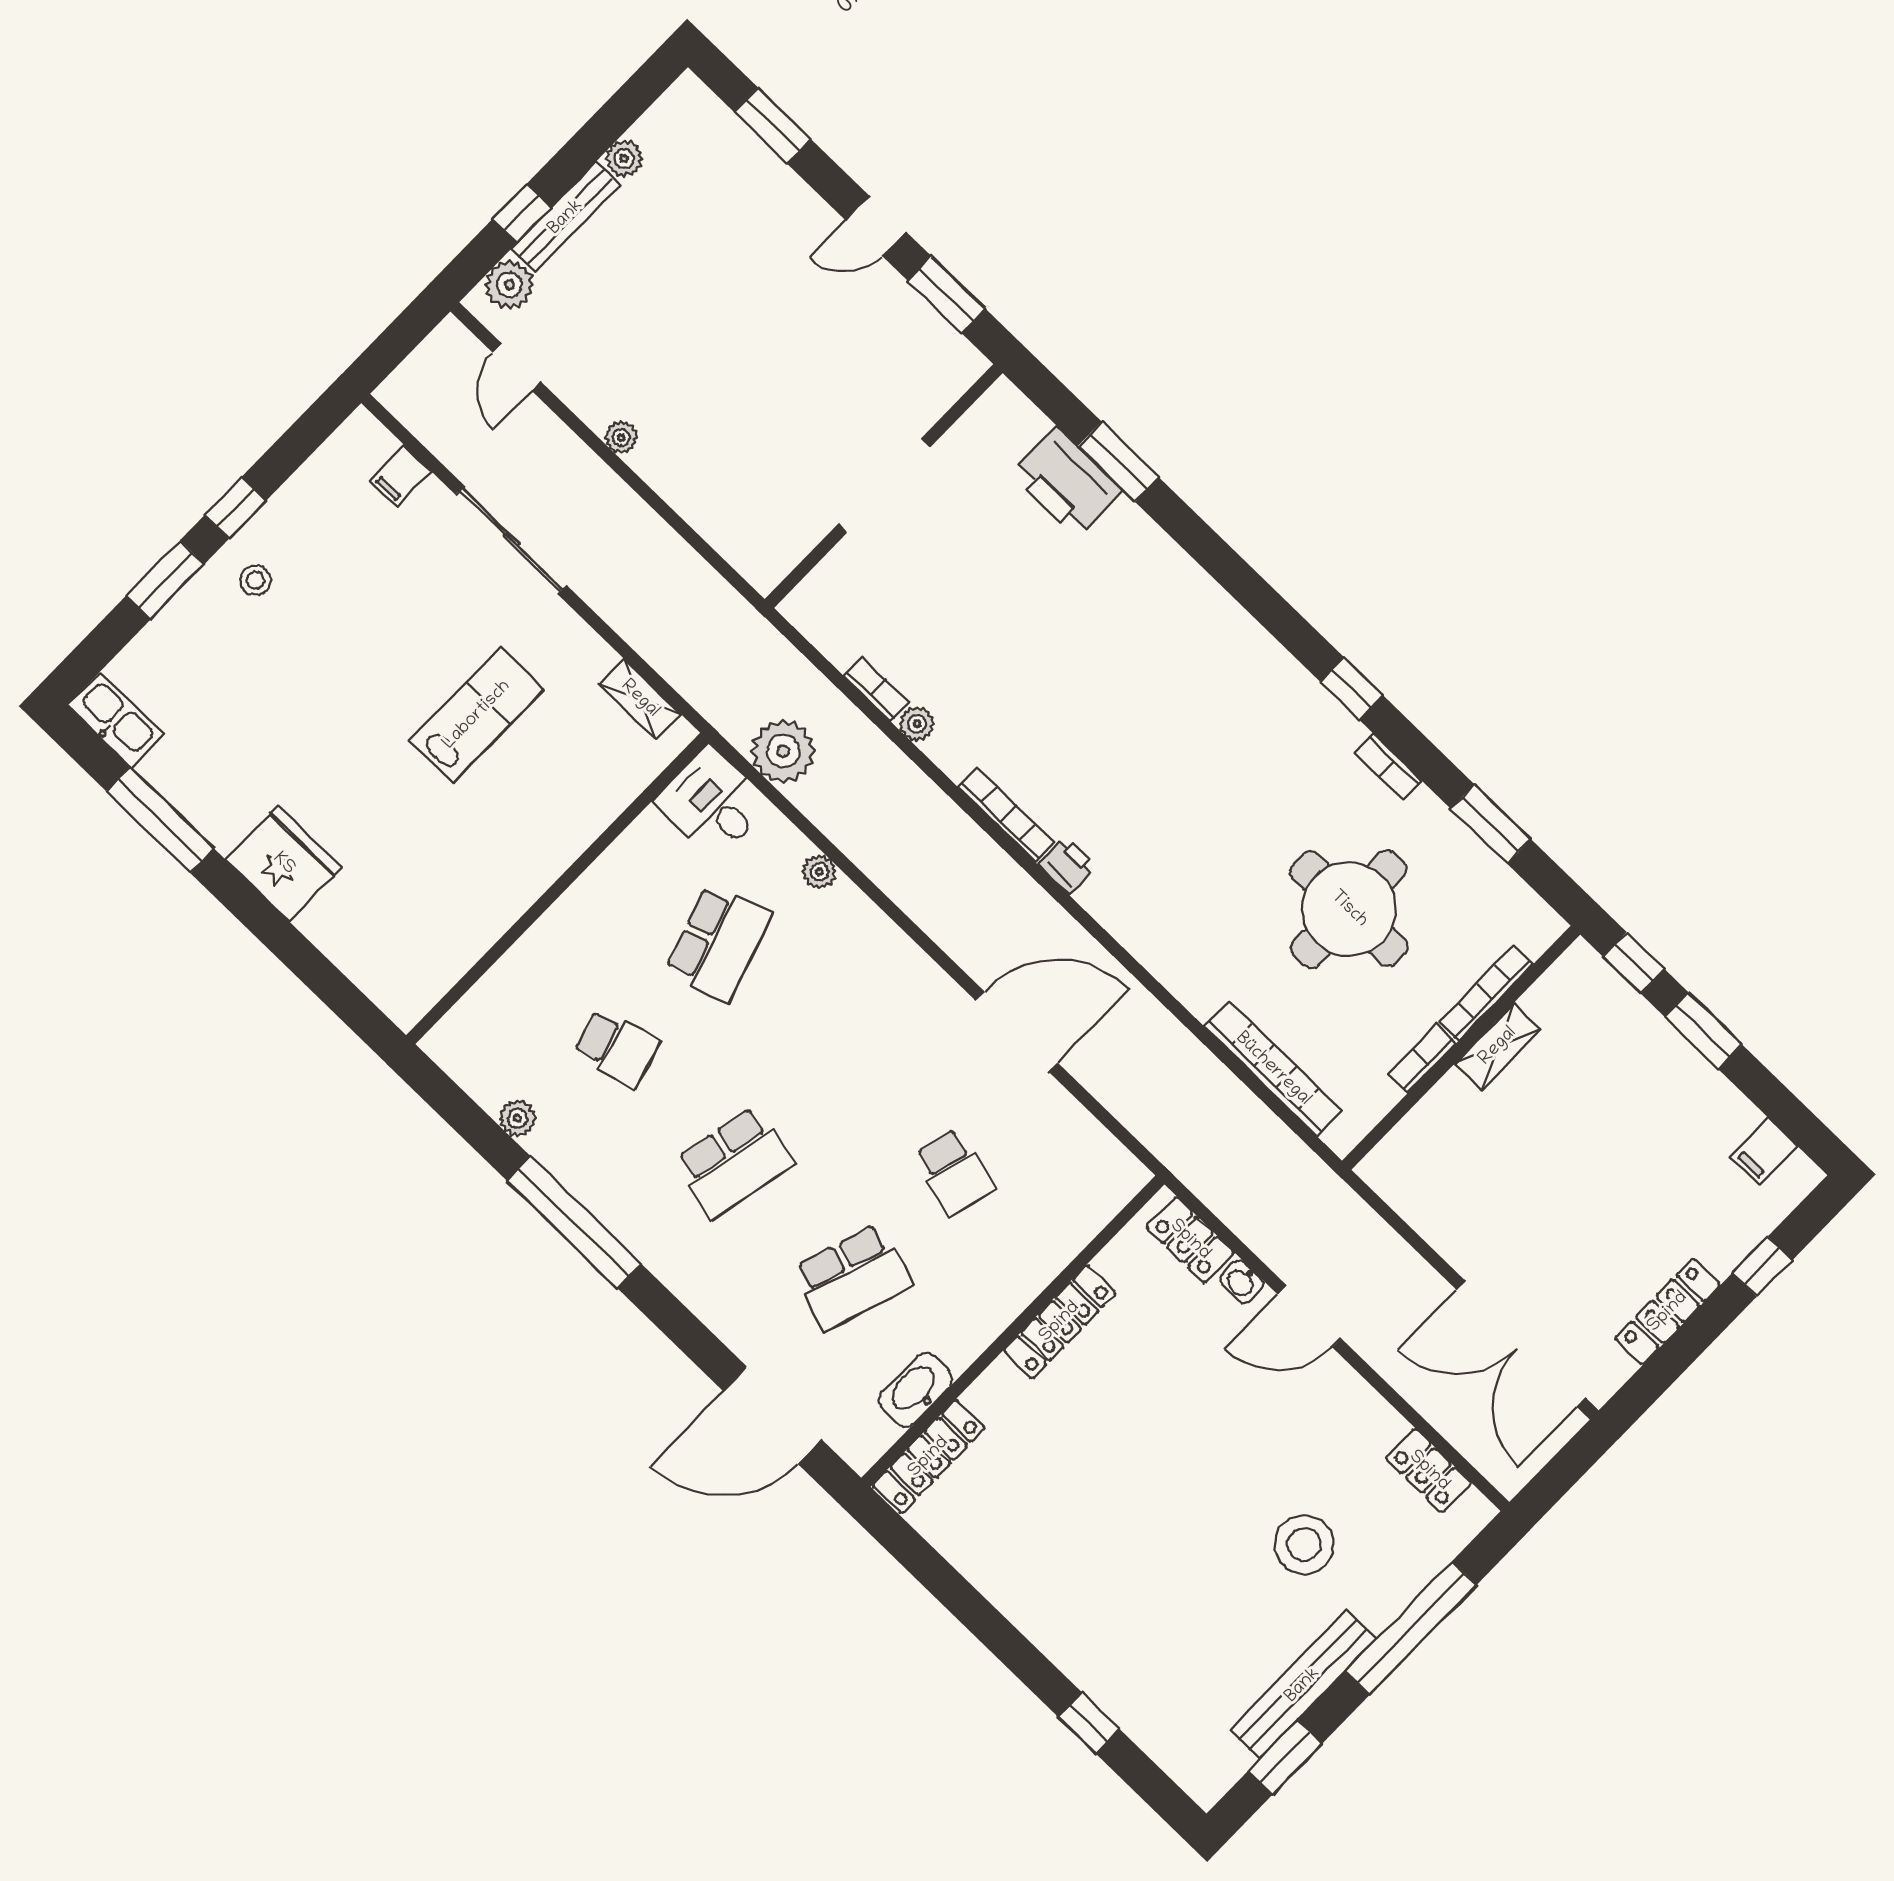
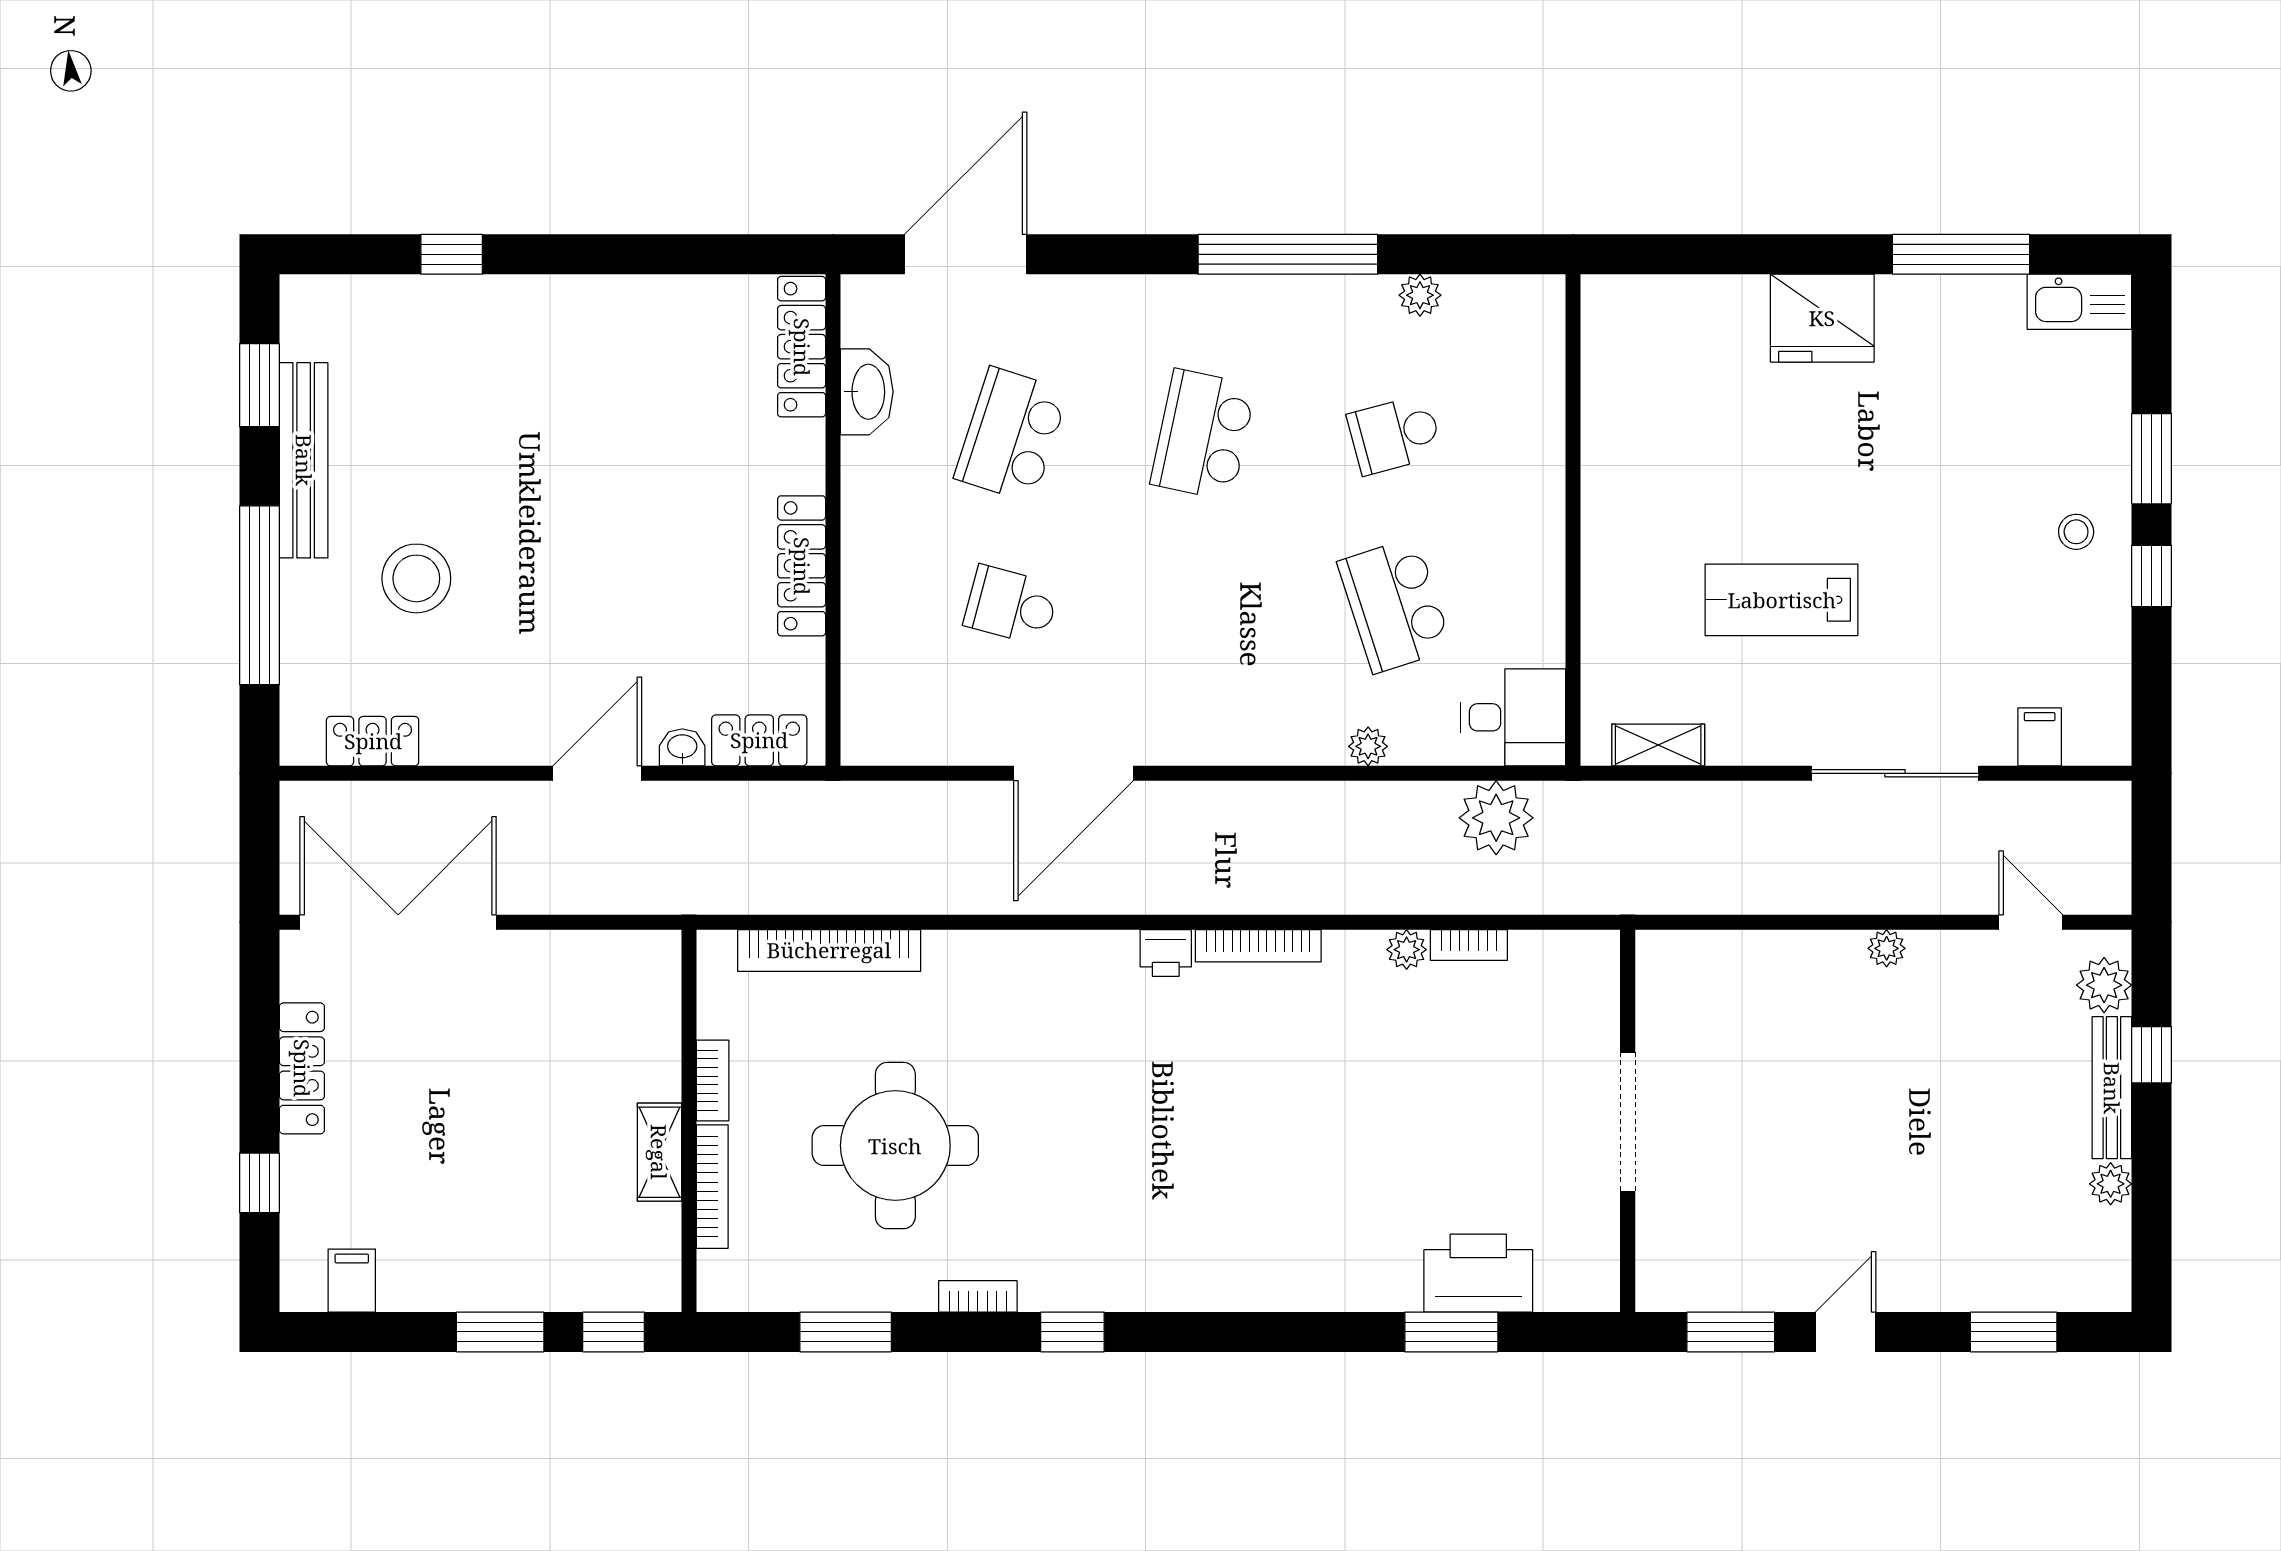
lab bench: (477, 715) -> (1782, 600), turned 90

